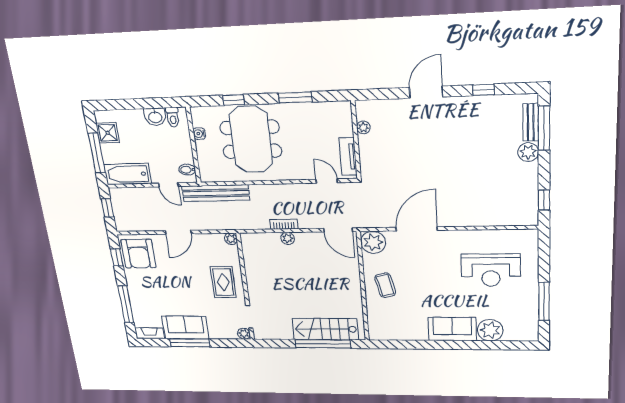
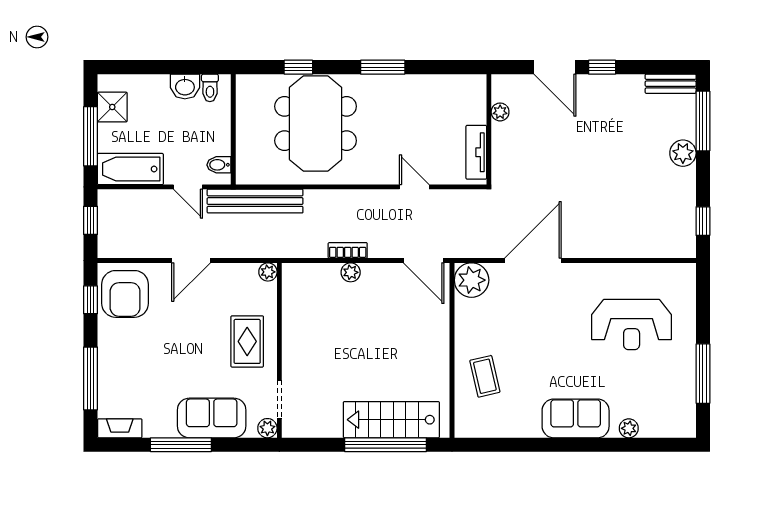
window: (483, 90) -> (602, 67), moved
door: (426, 92) -> (555, 67), swing flipped
bench: (531, 122) -> (671, 84), moved, turned 90
plant: (363, 128) -> (500, 112), moved
water cooler: (199, 134) -> (244, 113), removed
wall: (356, 140) -> (489, 129), moved
tv unit: (348, 157) -> (476, 152), moved
coffee table: (385, 285) -> (485, 376), moved
sofa: (185, 327) -> (212, 418), moved
plant: (490, 330) -> (629, 428), width x0.53, depth x0.53

